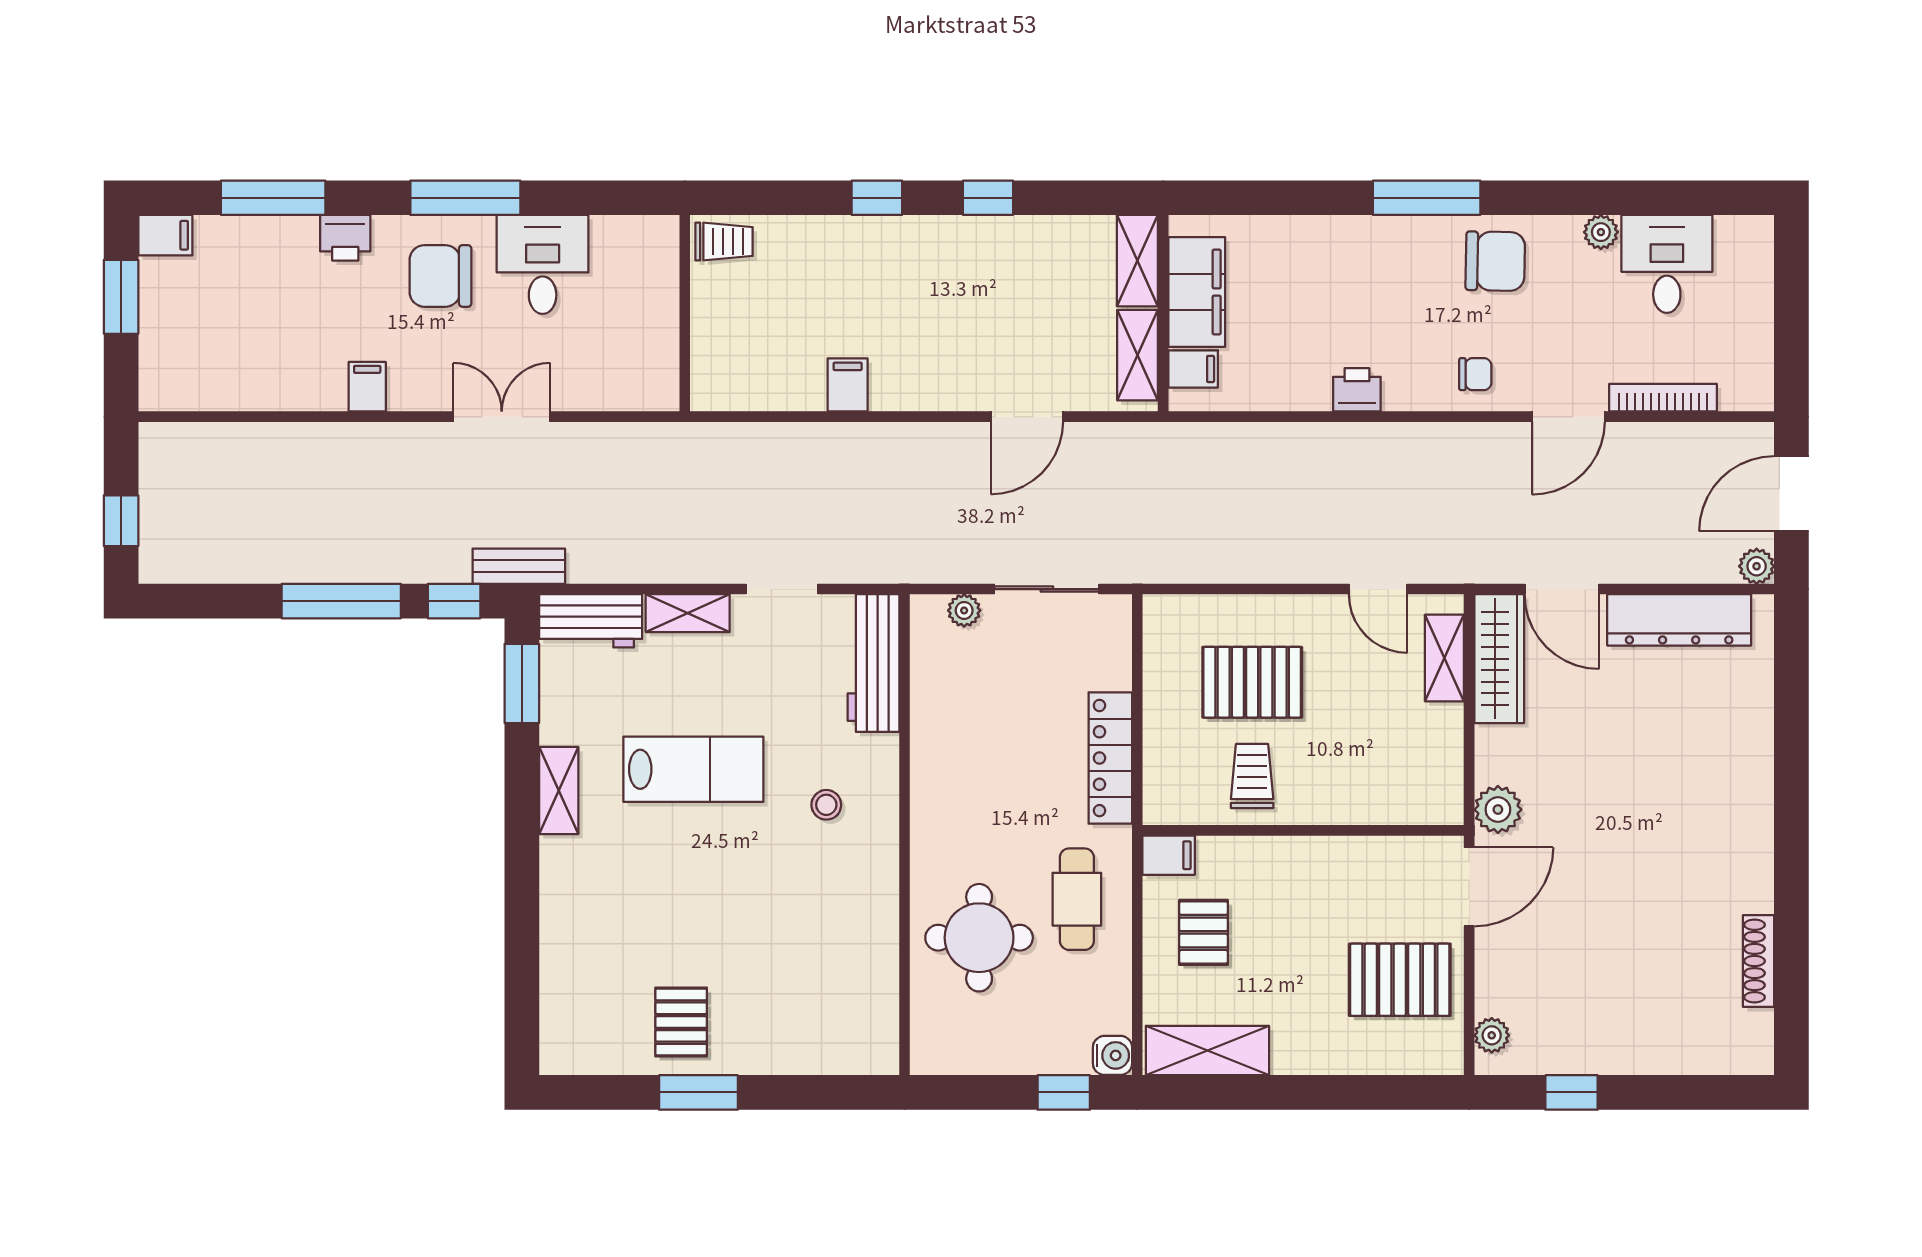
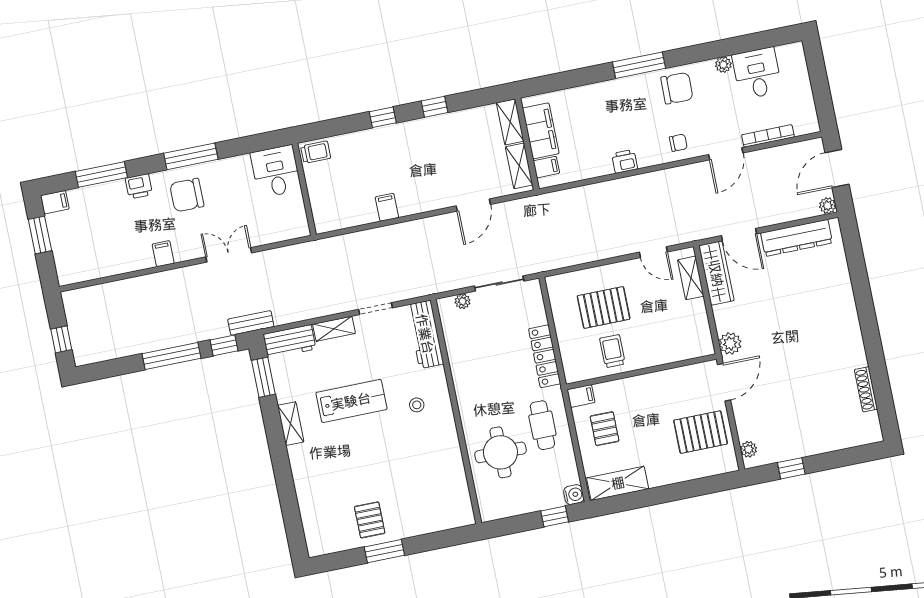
desk: (543, 264) -> (276, 171), moved

